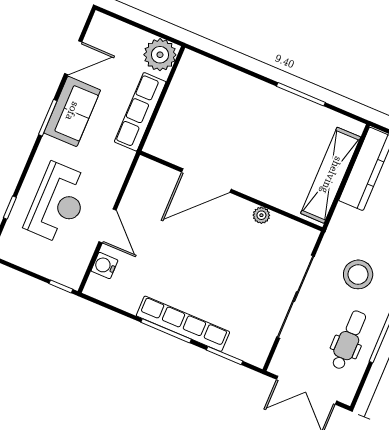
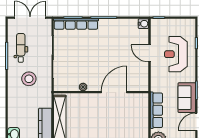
water cooler: (104, 266) -> (143, 24), moved
row of seats: (183, 324) -> (76, 24), moved
dental chair: (349, 340) -> (21, 48), turned 180

